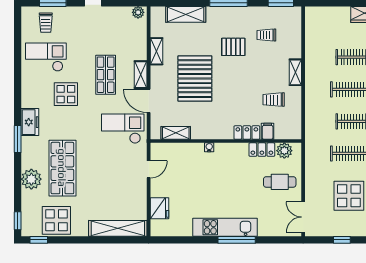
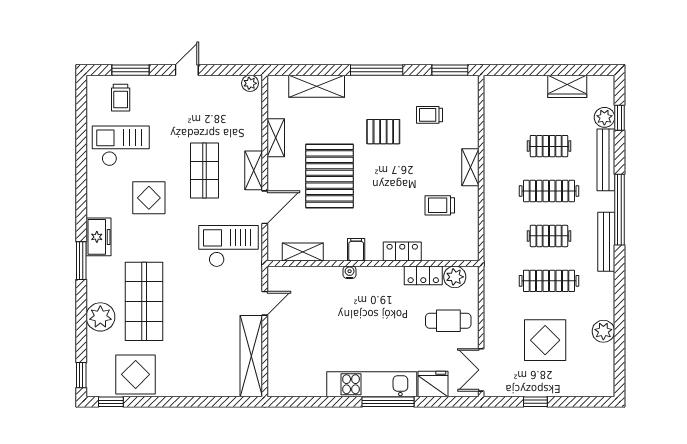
door: (149, 101) -> (265, 207), swing flipped
filing cabinet: (268, 131) -> (356, 250), moved
fridge: (159, 208) -> (433, 384), moved, turned -90
shelving: (118, 228) -> (251, 356), moved, turned 90

